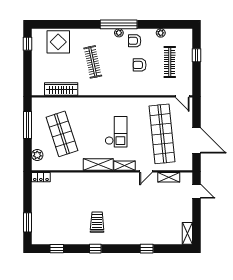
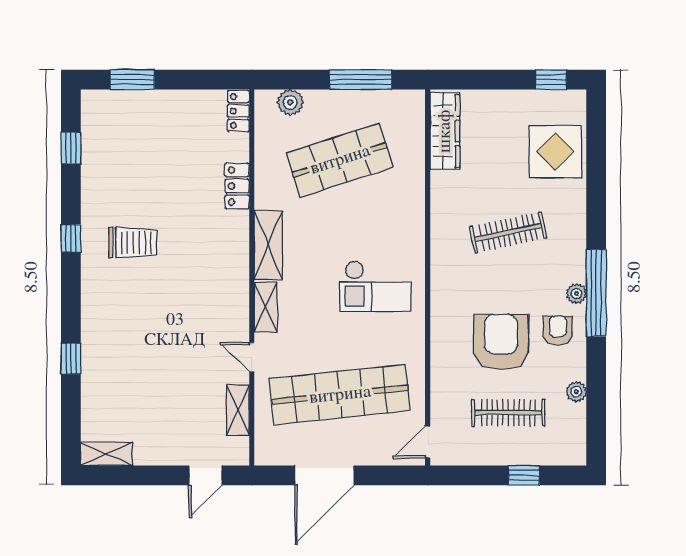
armchair: (140, 65) -> (501, 342), width x1.88, depth x1.88
wardrobe: (61, 89) -> (445, 131), moved
checkout: (116, 132) -> (375, 286), moved
locker: (73, 178) -> (237, 186), added

